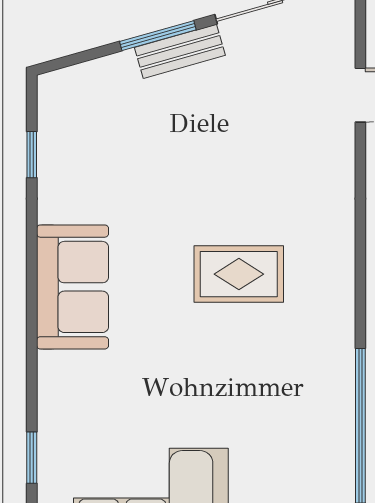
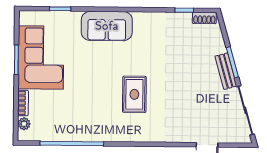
shoe rack: (51, 105) -> (204, 18), added
sofa: (73, 287) -> (107, 26), moved

